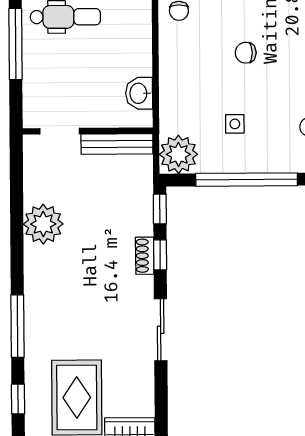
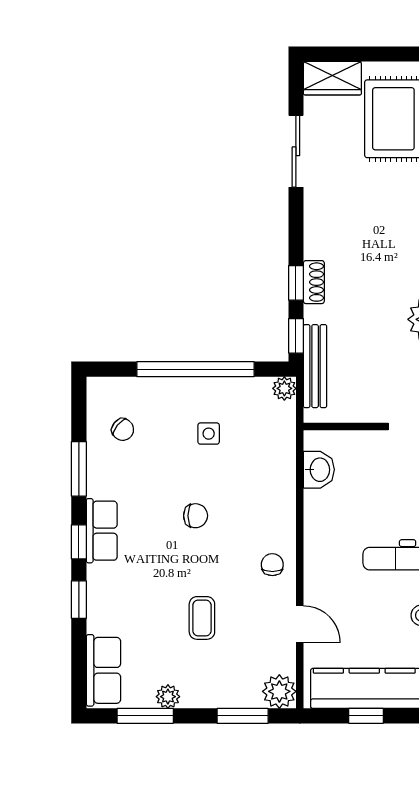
bench: (117, 144) -> (315, 366), moved, turned 90
plant: (178, 154) -> (284, 388), width x0.53, depth x0.53
sliding door: (161, 330) -> (296, 151), moved

